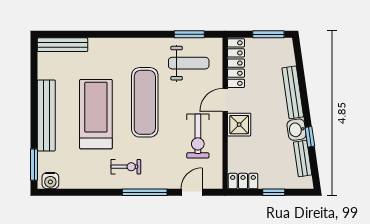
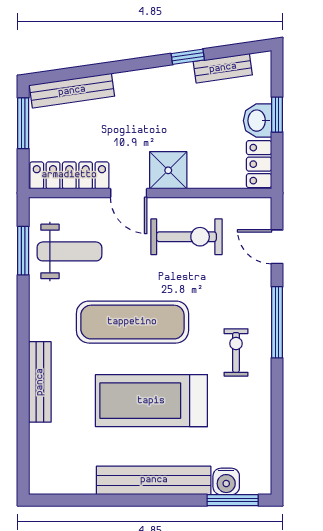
bench: (62, 45) -> (40, 382), moved
weight bench: (189, 63) -> (69, 251), turned 90
bench: (293, 92) -> (72, 91), moved
washbasin: (297, 130) -> (257, 121), moved, turned 98
water cooler: (50, 181) -> (226, 481), moved, turned 90

